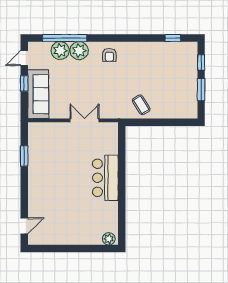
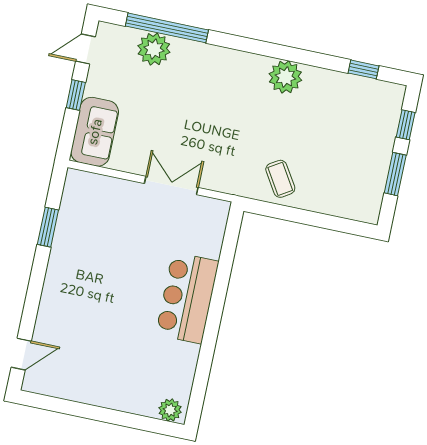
plant: (79, 51) -> (285, 77), moved
armchair: (109, 55) -> (242, 76), removed
sofa: (38, 94) -> (95, 132), width x0.73

